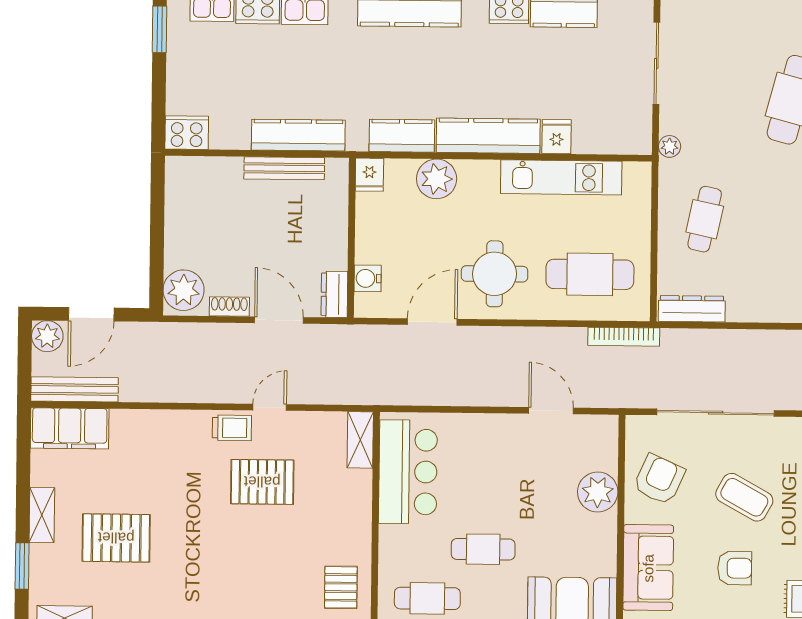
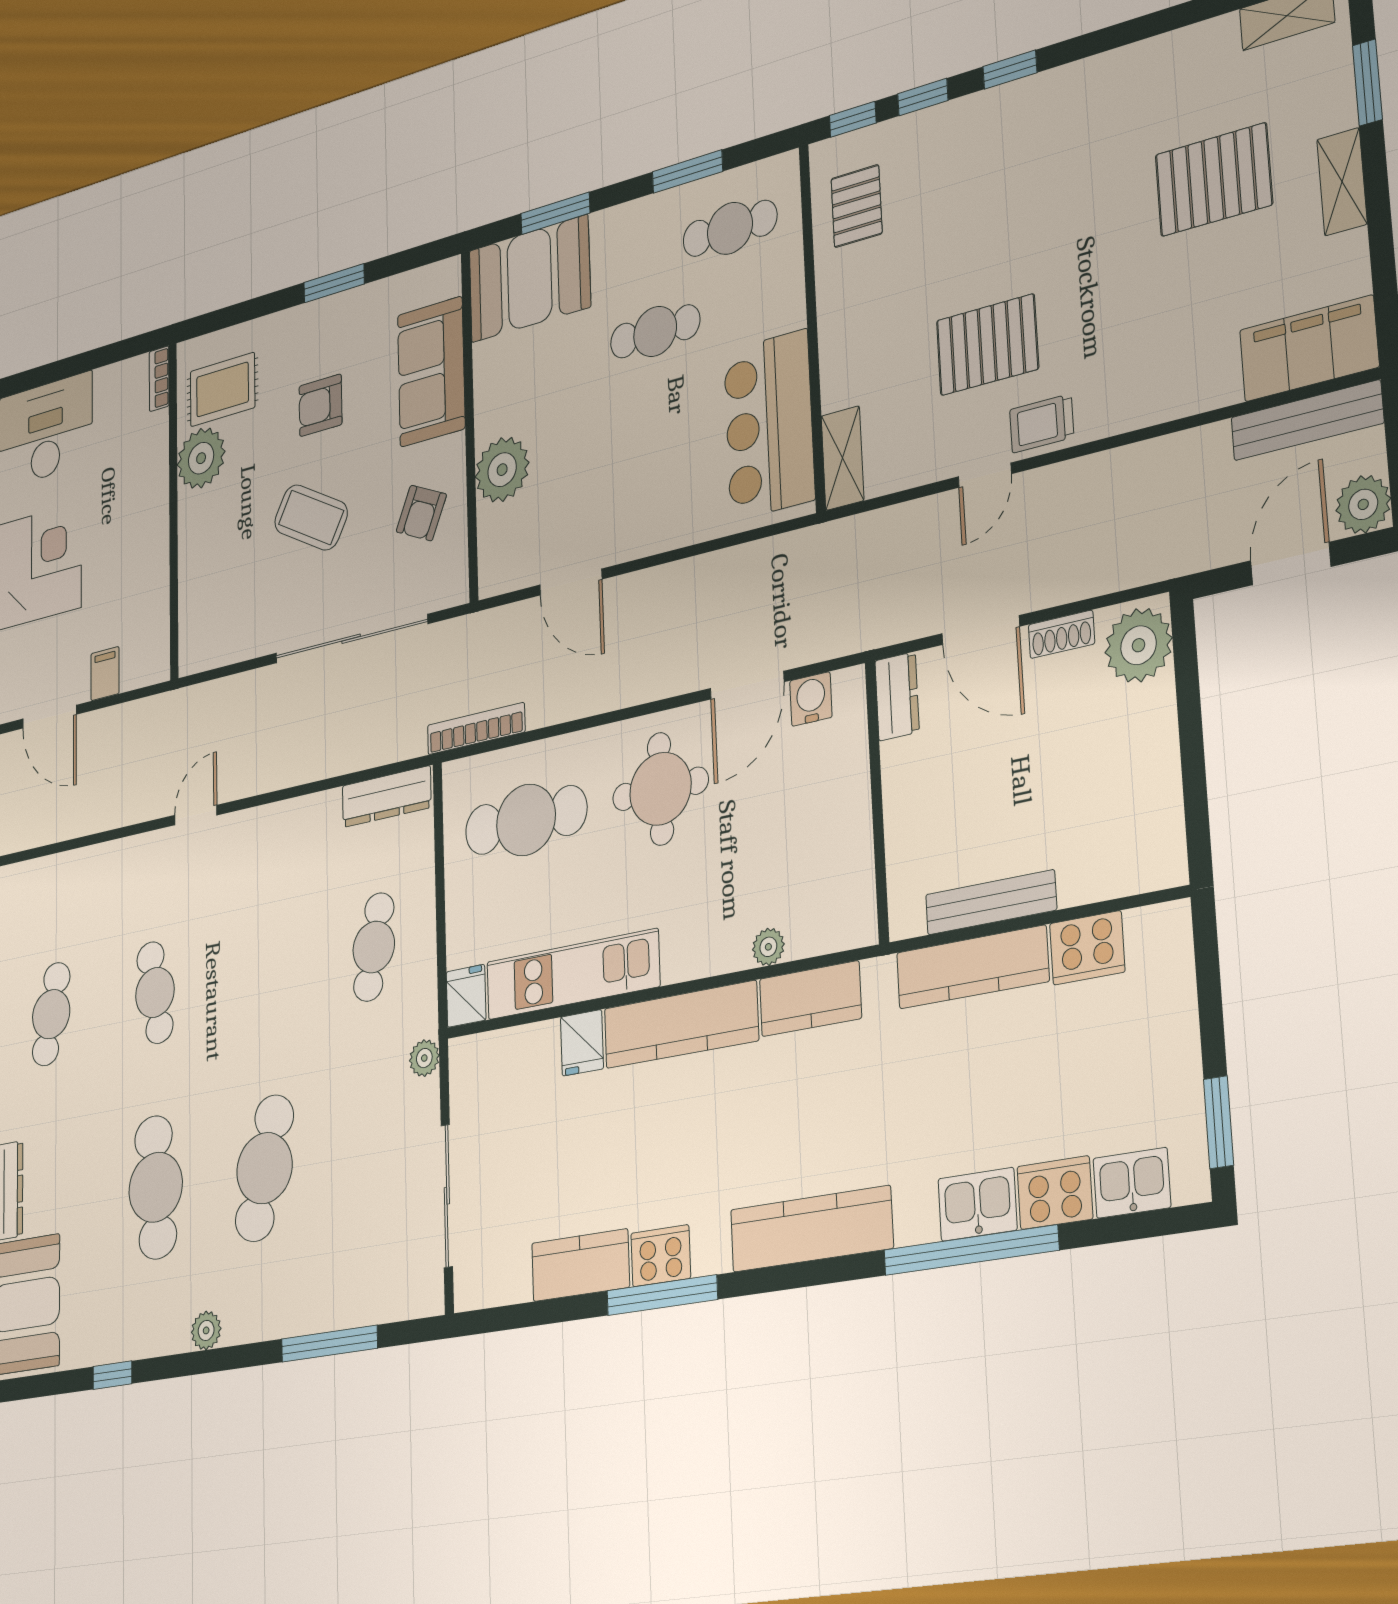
cooker: (187, 133) -> (1087, 948), moved
fridge: (369, 175) -> (466, 996), moved
plant: (437, 179) -> (768, 947), width x0.53, depth x0.53
water cooler: (368, 278) -> (811, 699), moved, turned -90
armchair: (659, 479) -> (421, 513), width x0.72, depth x0.72

